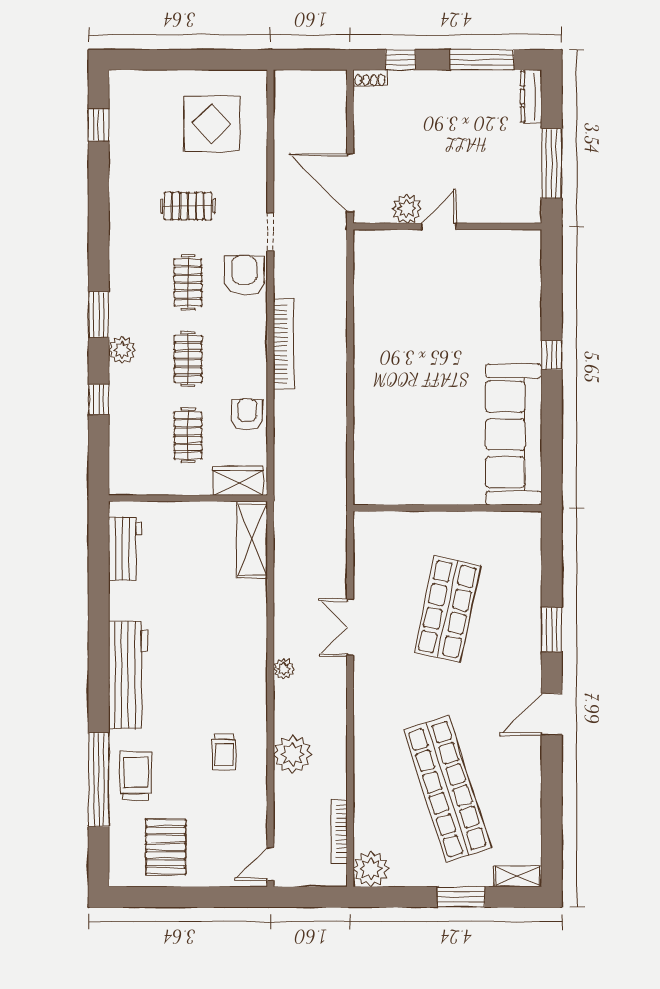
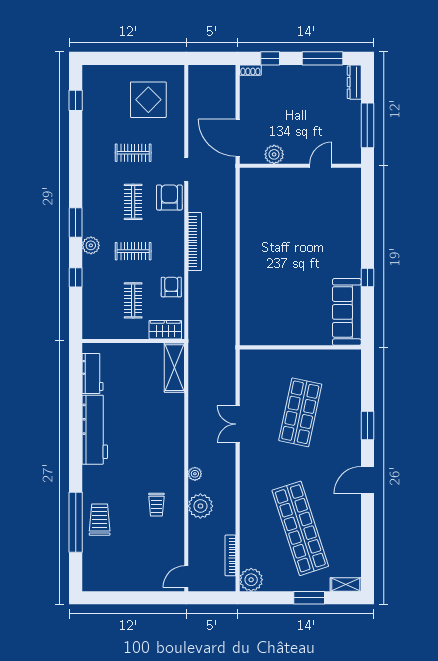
door: (439, 226) -> (321, 166), moved
window: (552, 355) -> (367, 278), moved
clothes rail: (188, 359) -> (133, 251), turned 90
sofa: (514, 435) -> (347, 312), width x0.74, depth x0.79
plant: (284, 669) -> (195, 474), moved
workbench: (128, 675) -> (95, 430), moved
pallet: (166, 847) -> (119, 565), removed

